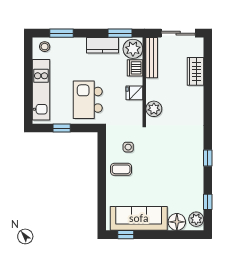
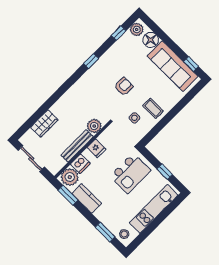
bench: (152, 58) -> (77, 146), moved
armchair: (162, 164) -> (124, 86), added

